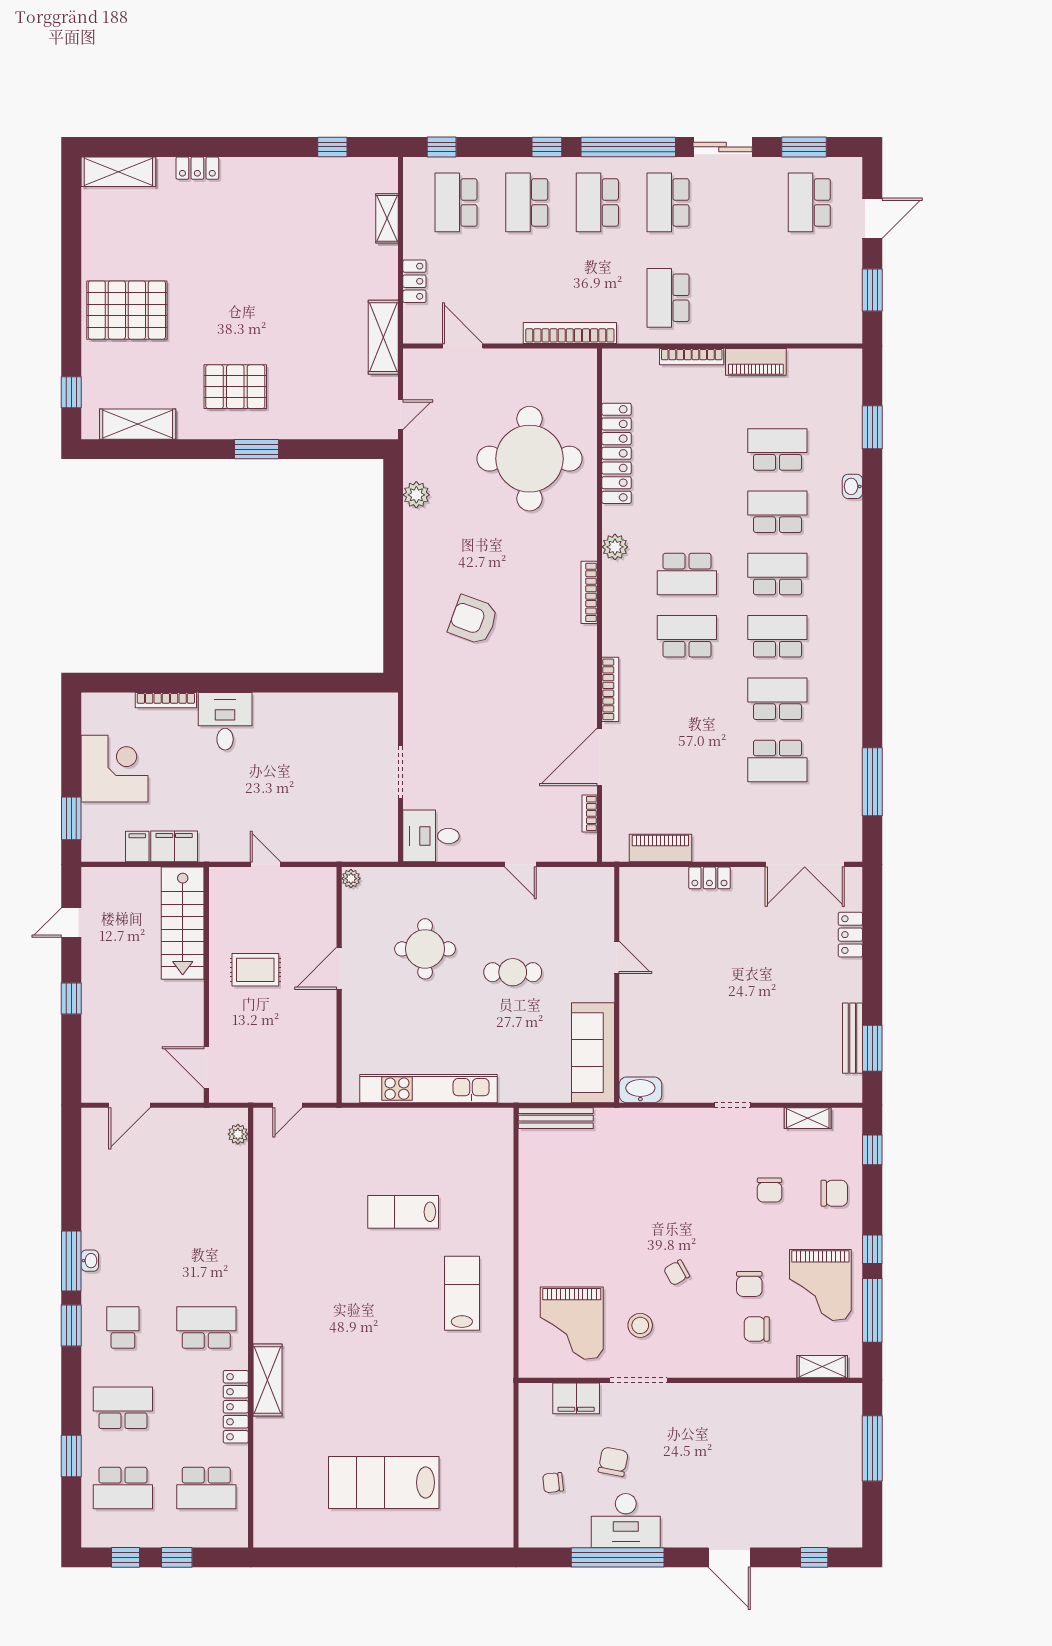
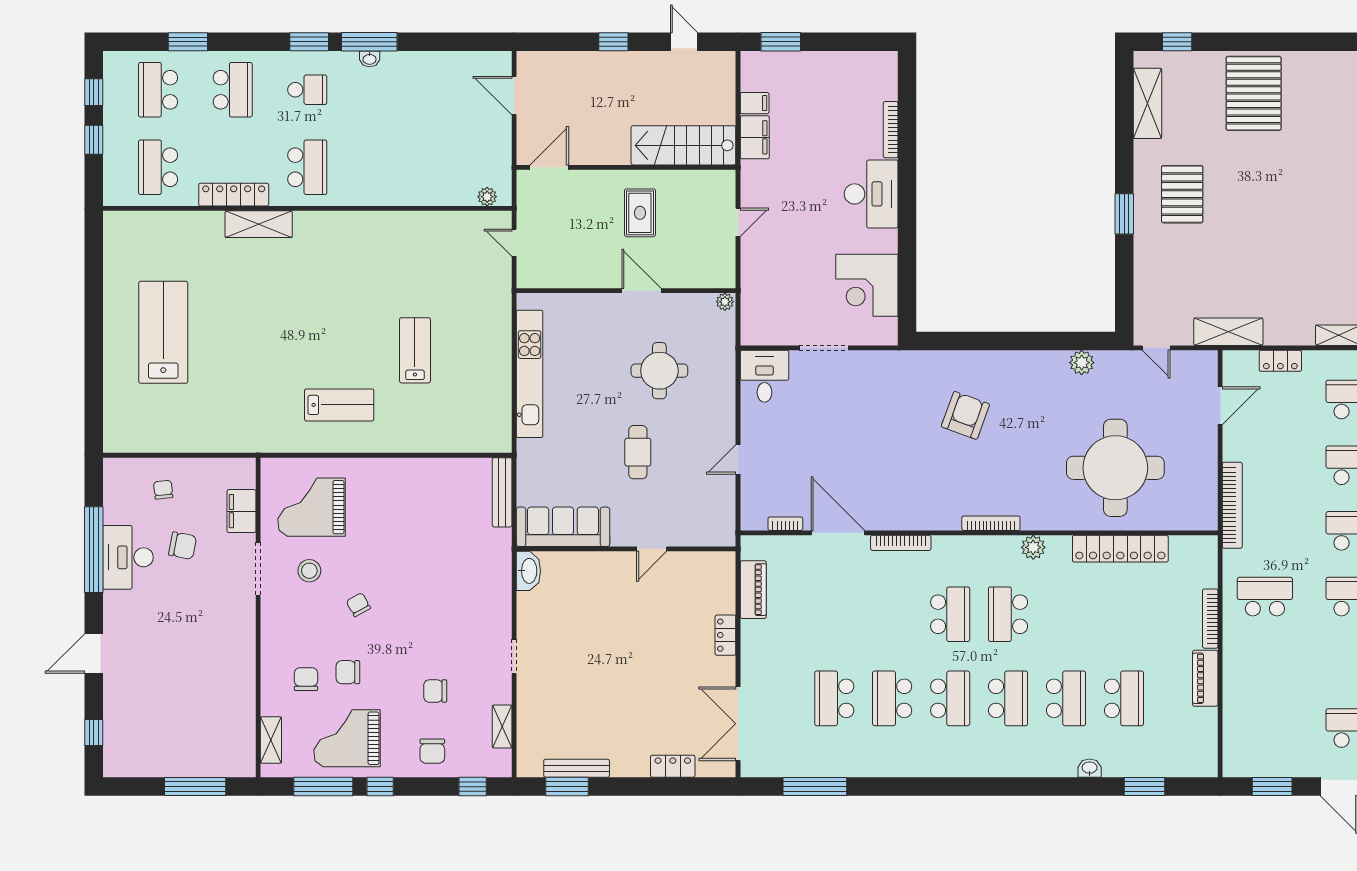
school desk: (777, 699) -> (892, 698), turned 180
desk: (225, 721) -> (871, 194), width x1.37
corner desk: (115, 769) -> (867, 285), moved, turned 90

